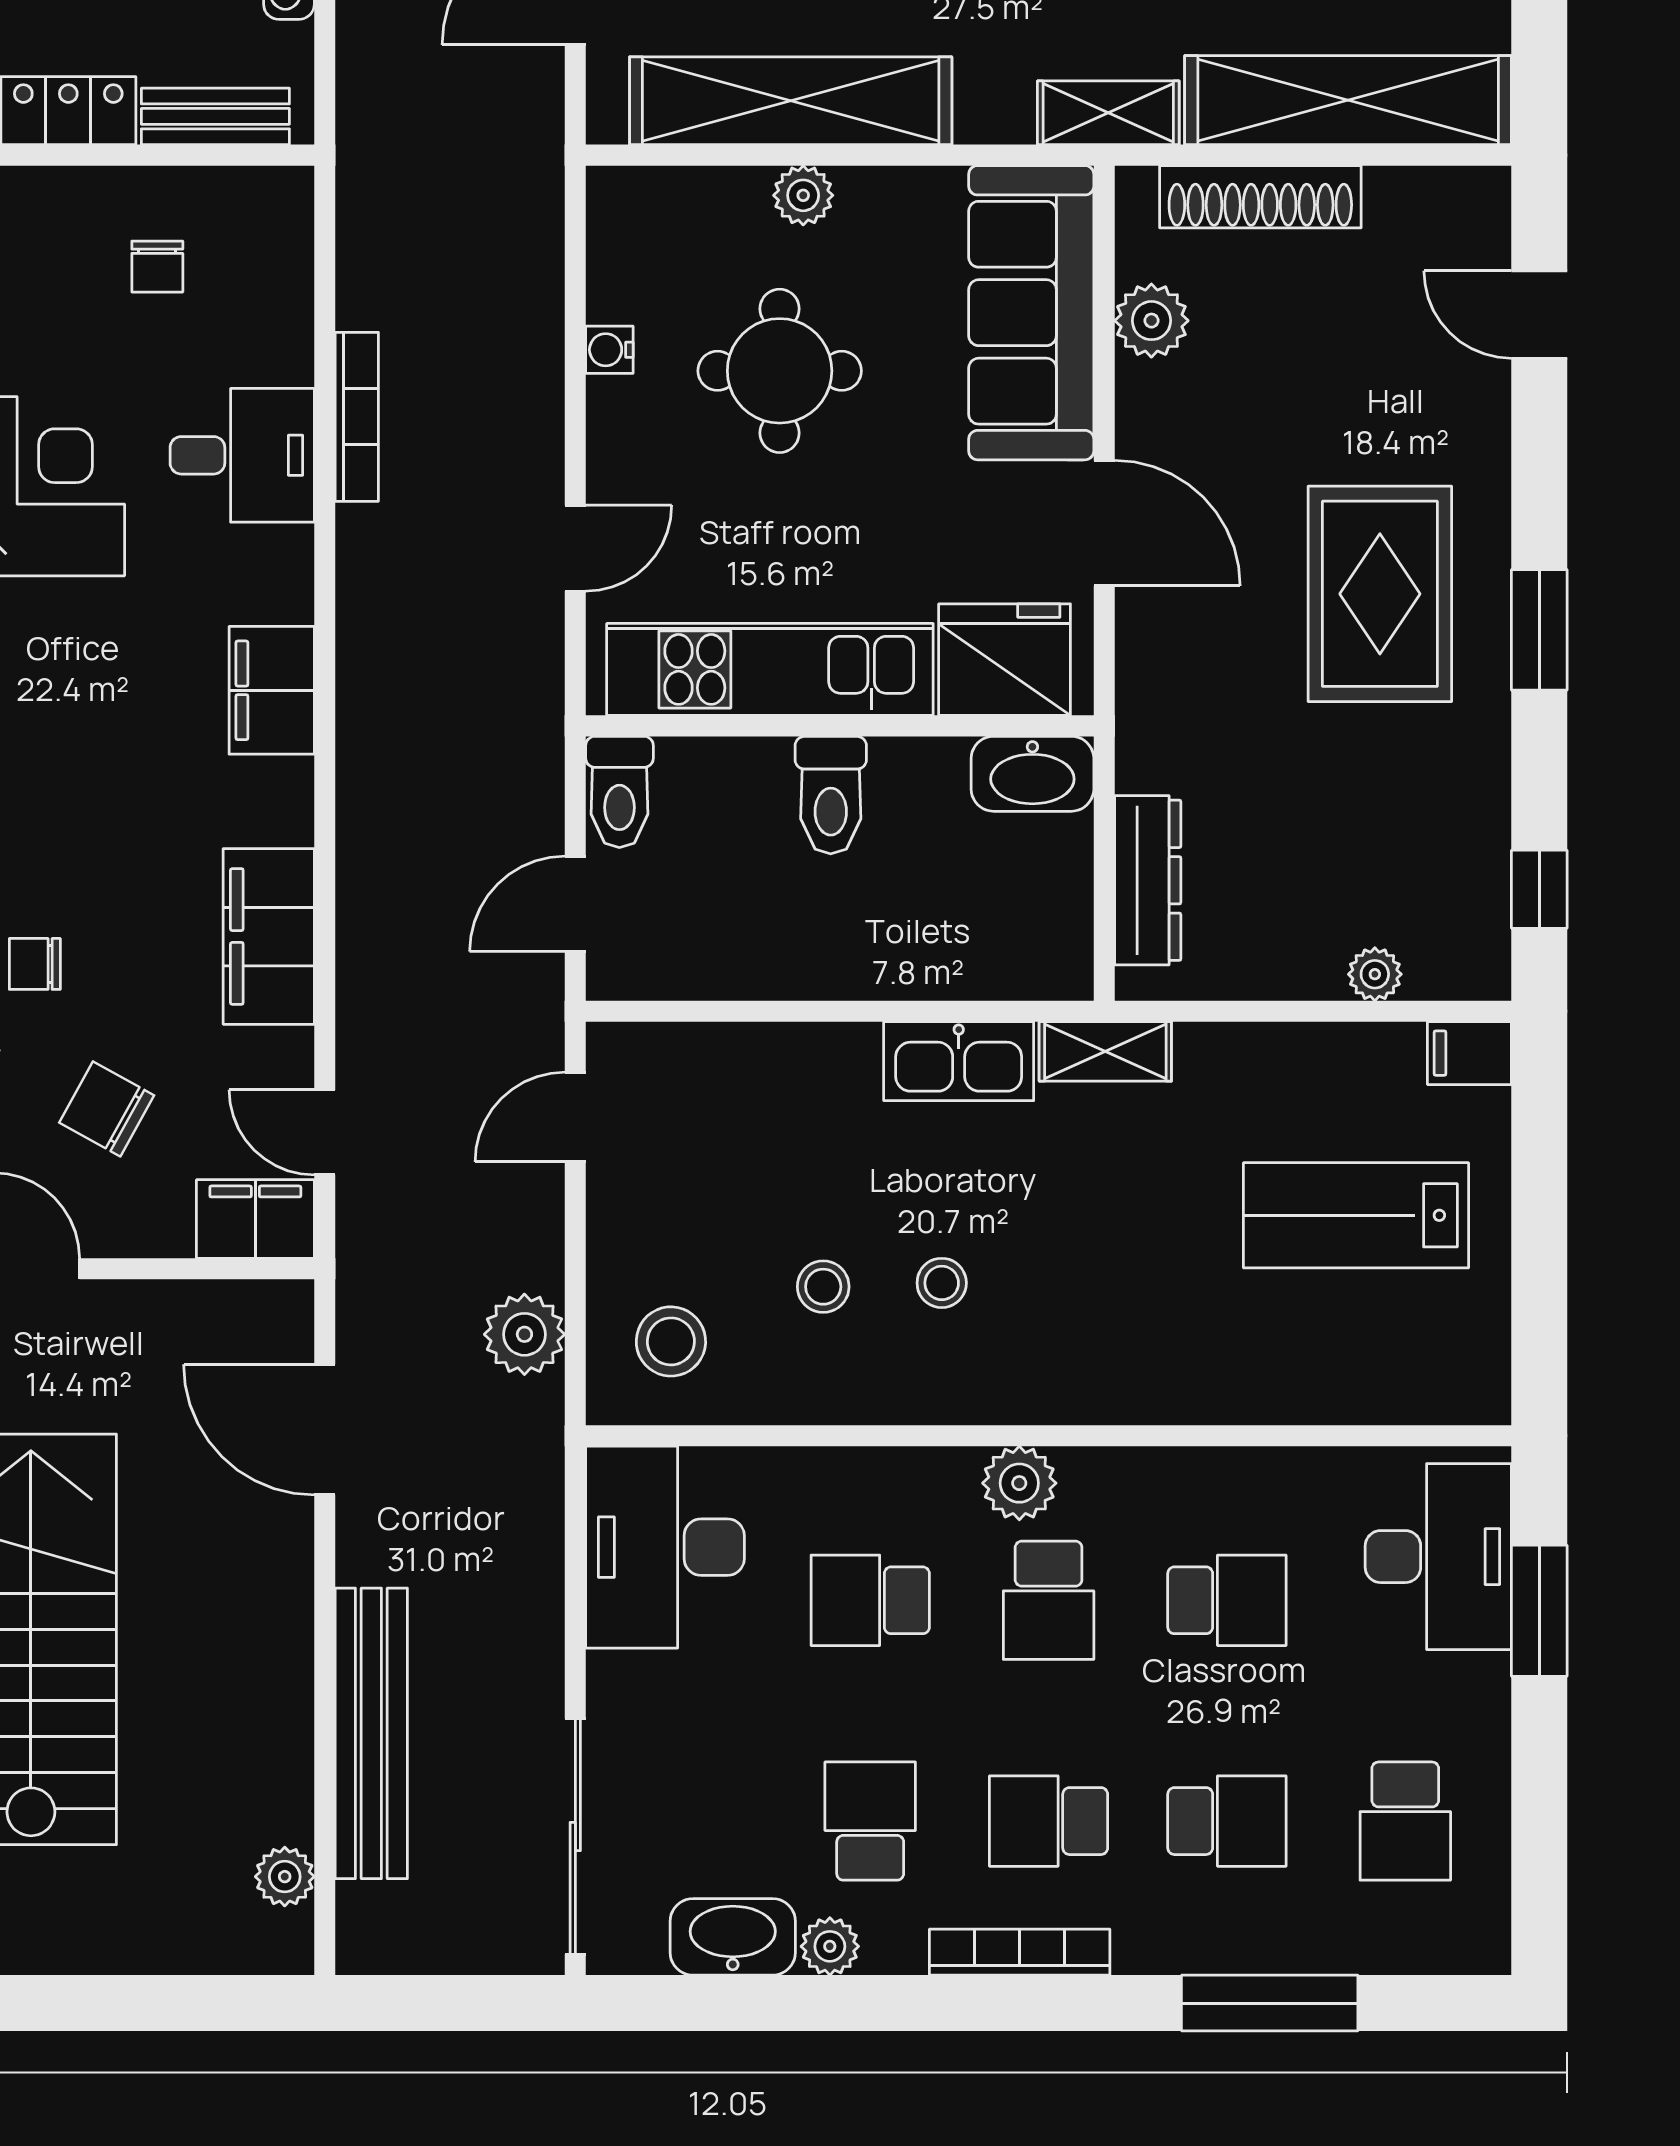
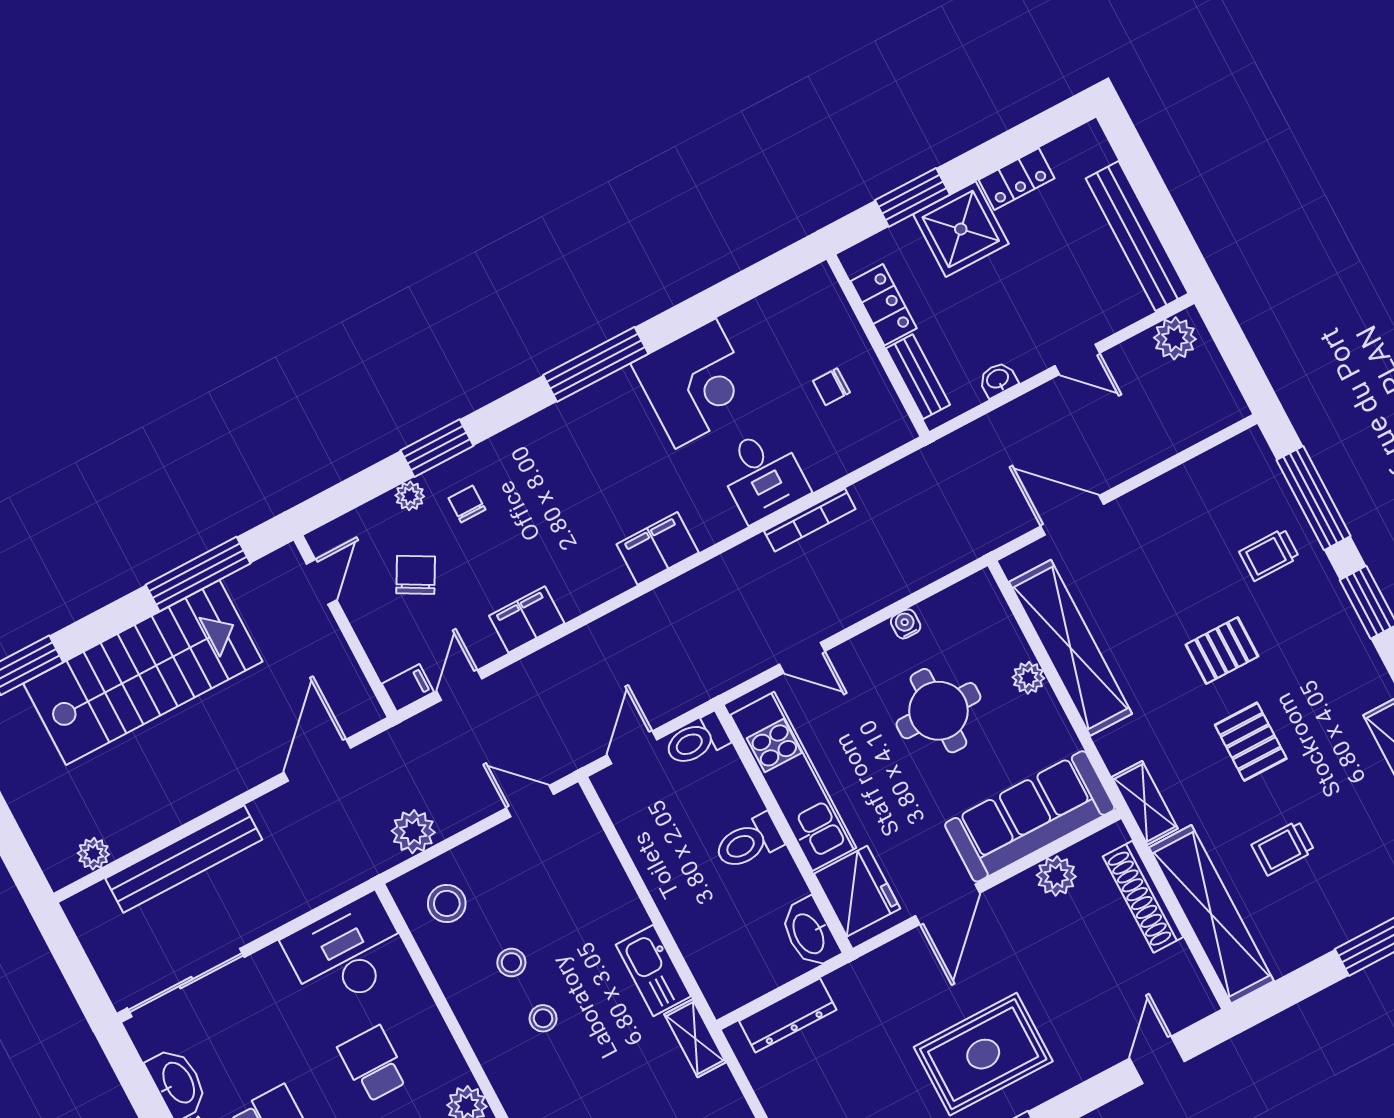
door: (575, 904) -> (632, 747), hinge flipped
filing cabinet: (269, 936) -> (527, 619), width x0.67, depth x0.86
filing cabinet: (255, 1219) -> (408, 688), width x0.50

